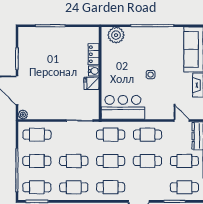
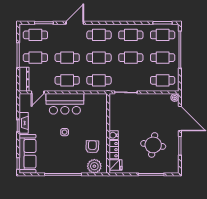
armchair: (118, 58) -> (92, 147), added
round table: (48, 60) -> (153, 145), added
fridge: (91, 83) -> (116, 165), moved
bar counter: (123, 107) -> (65, 104), moved
door: (182, 121) -> (38, 92), hinge flipped

